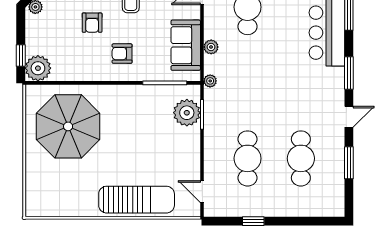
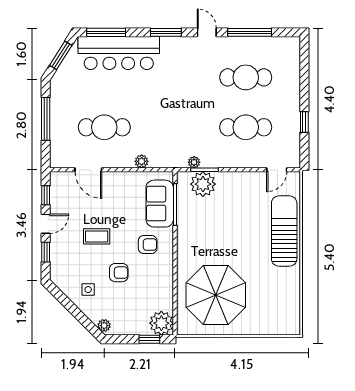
sofa: (186, 45) -> (160, 204), moved, turned 90
armchair: (122, 54) -> (148, 245), turned -90
plant: (210, 81) -> (194, 162), moved
window: (349, 163) -> (250, 32), width x1.44

